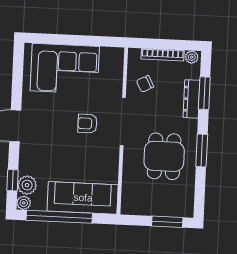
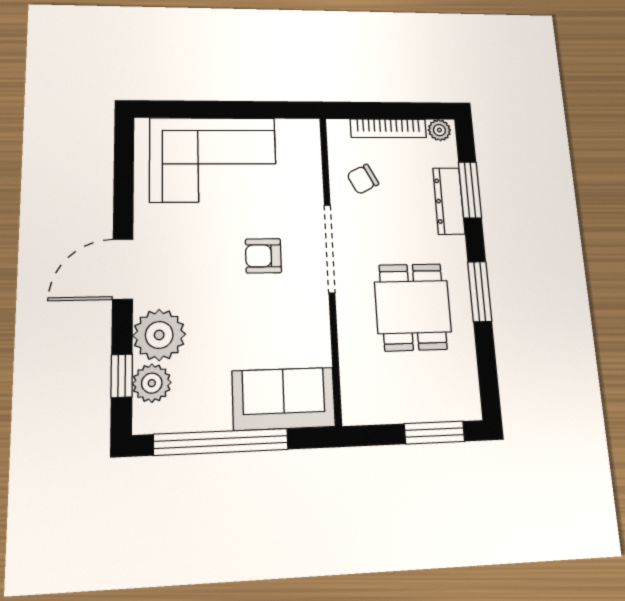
sofa: (83, 198) -> (284, 399), width x0.73
plant: (24, 203) -> (159, 335), moved, width x1.88, depth x1.88

